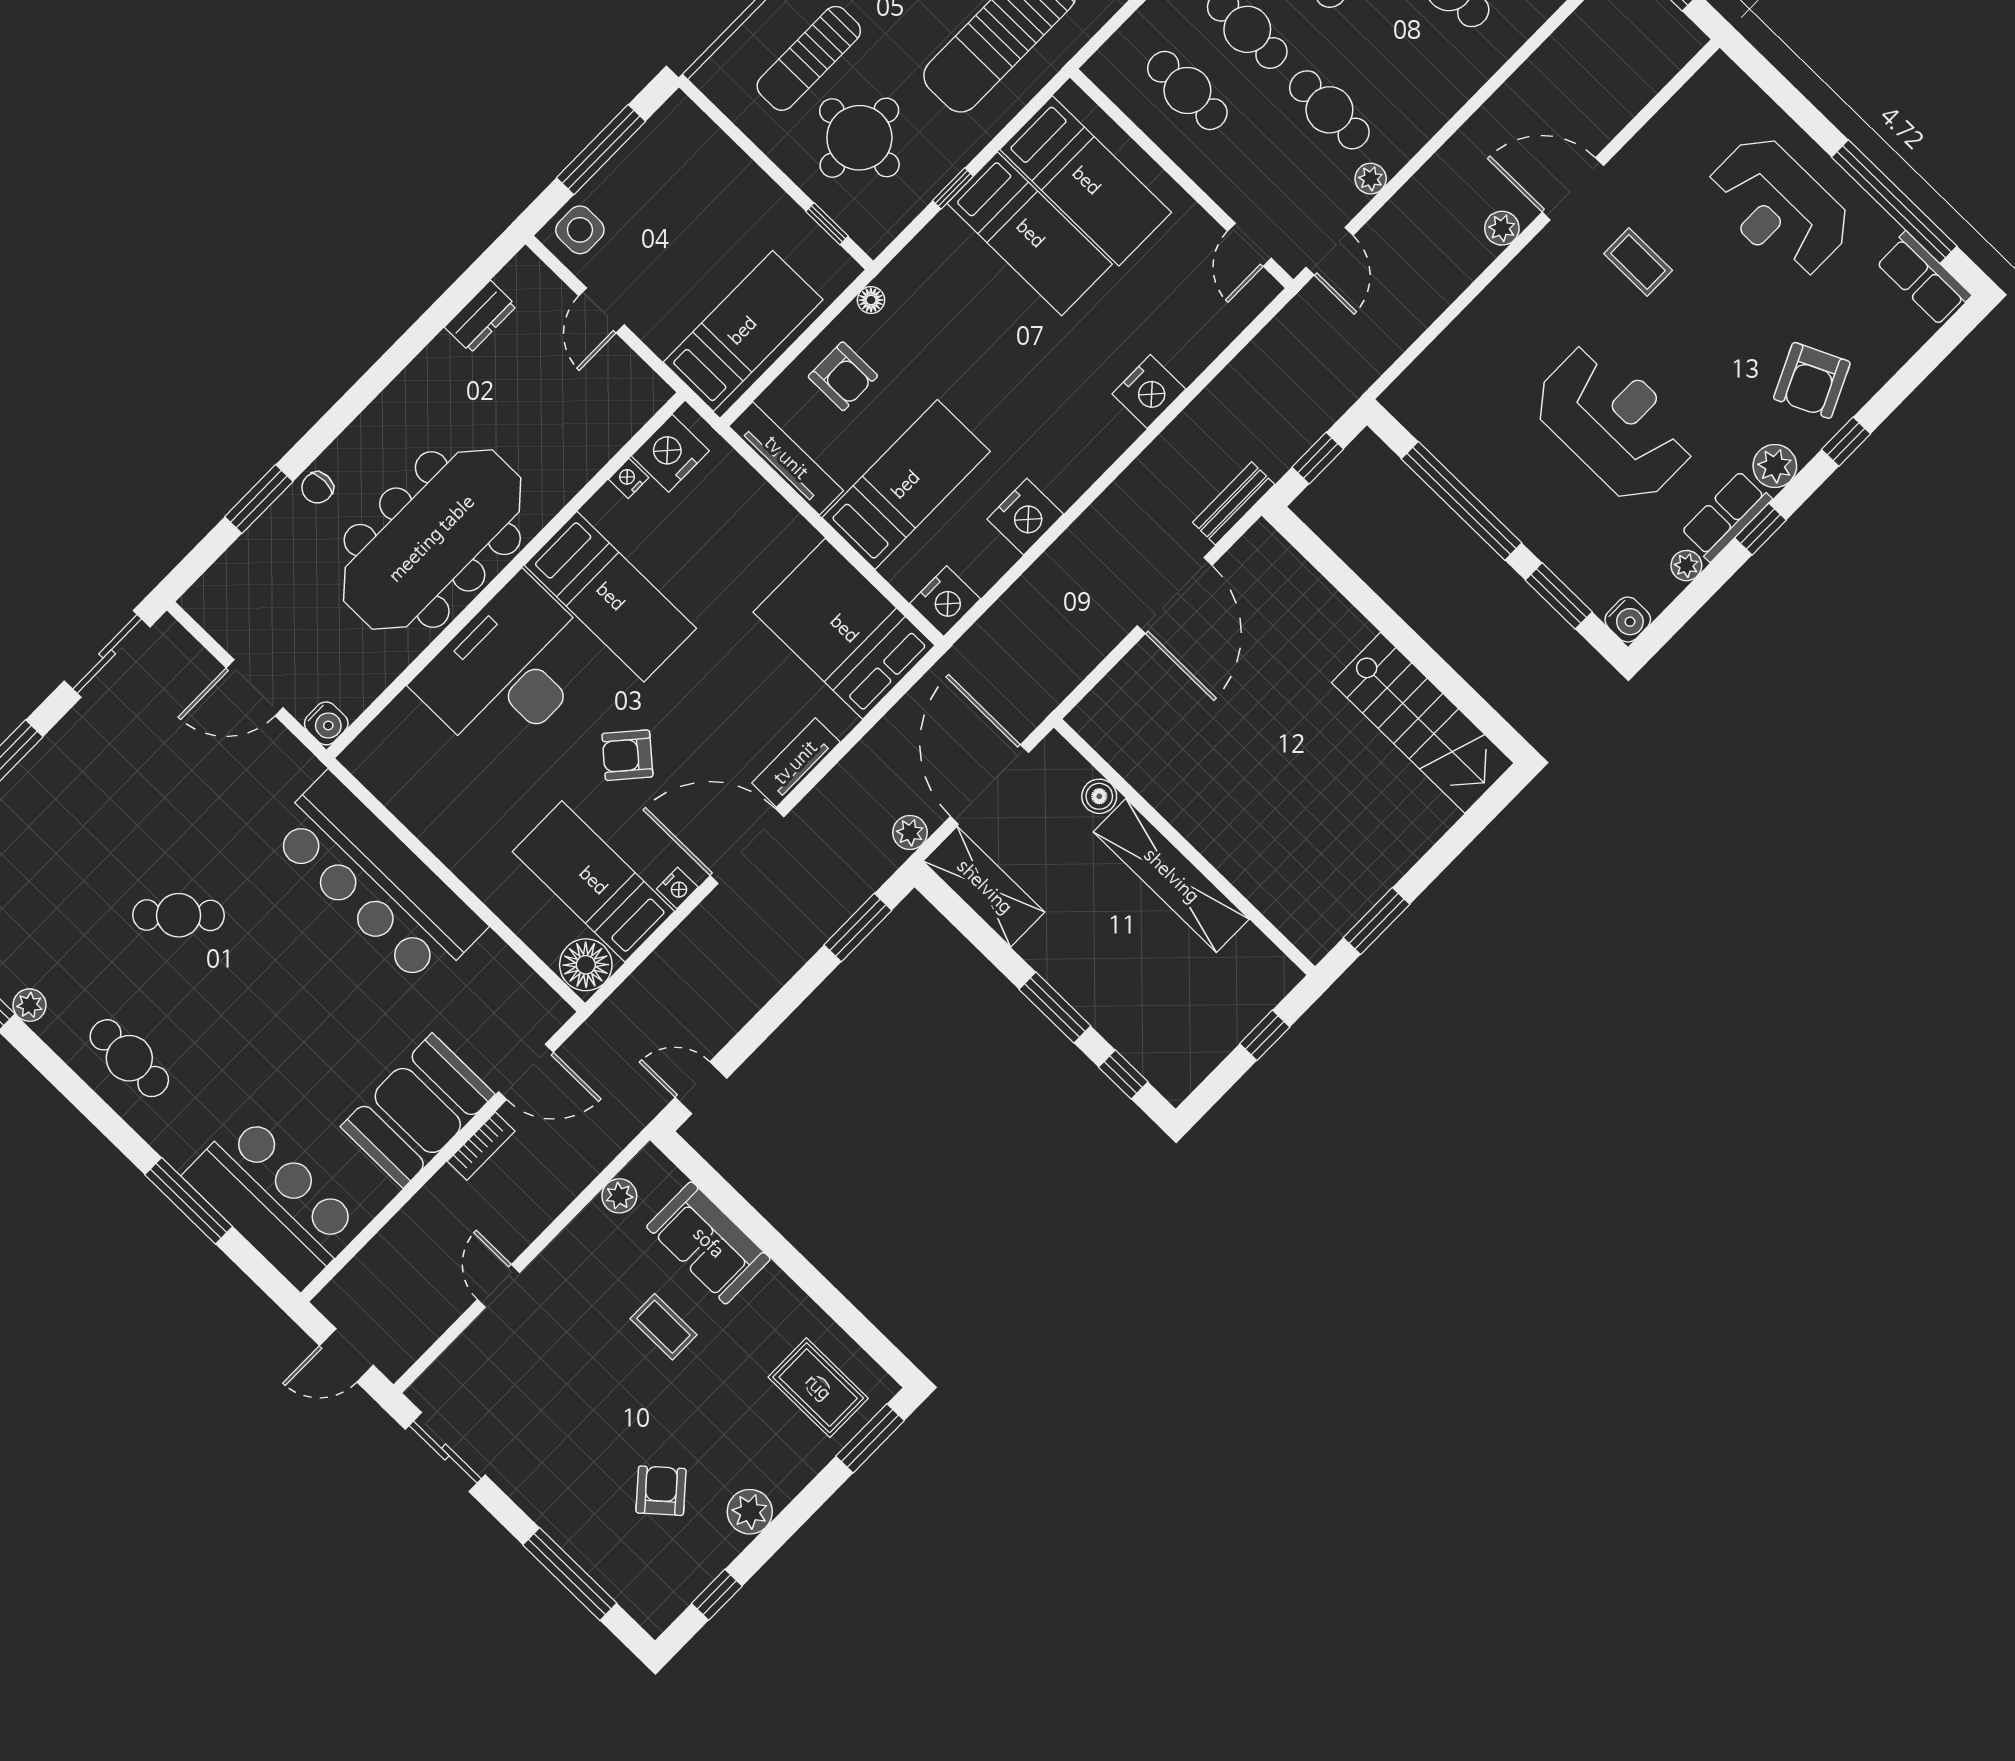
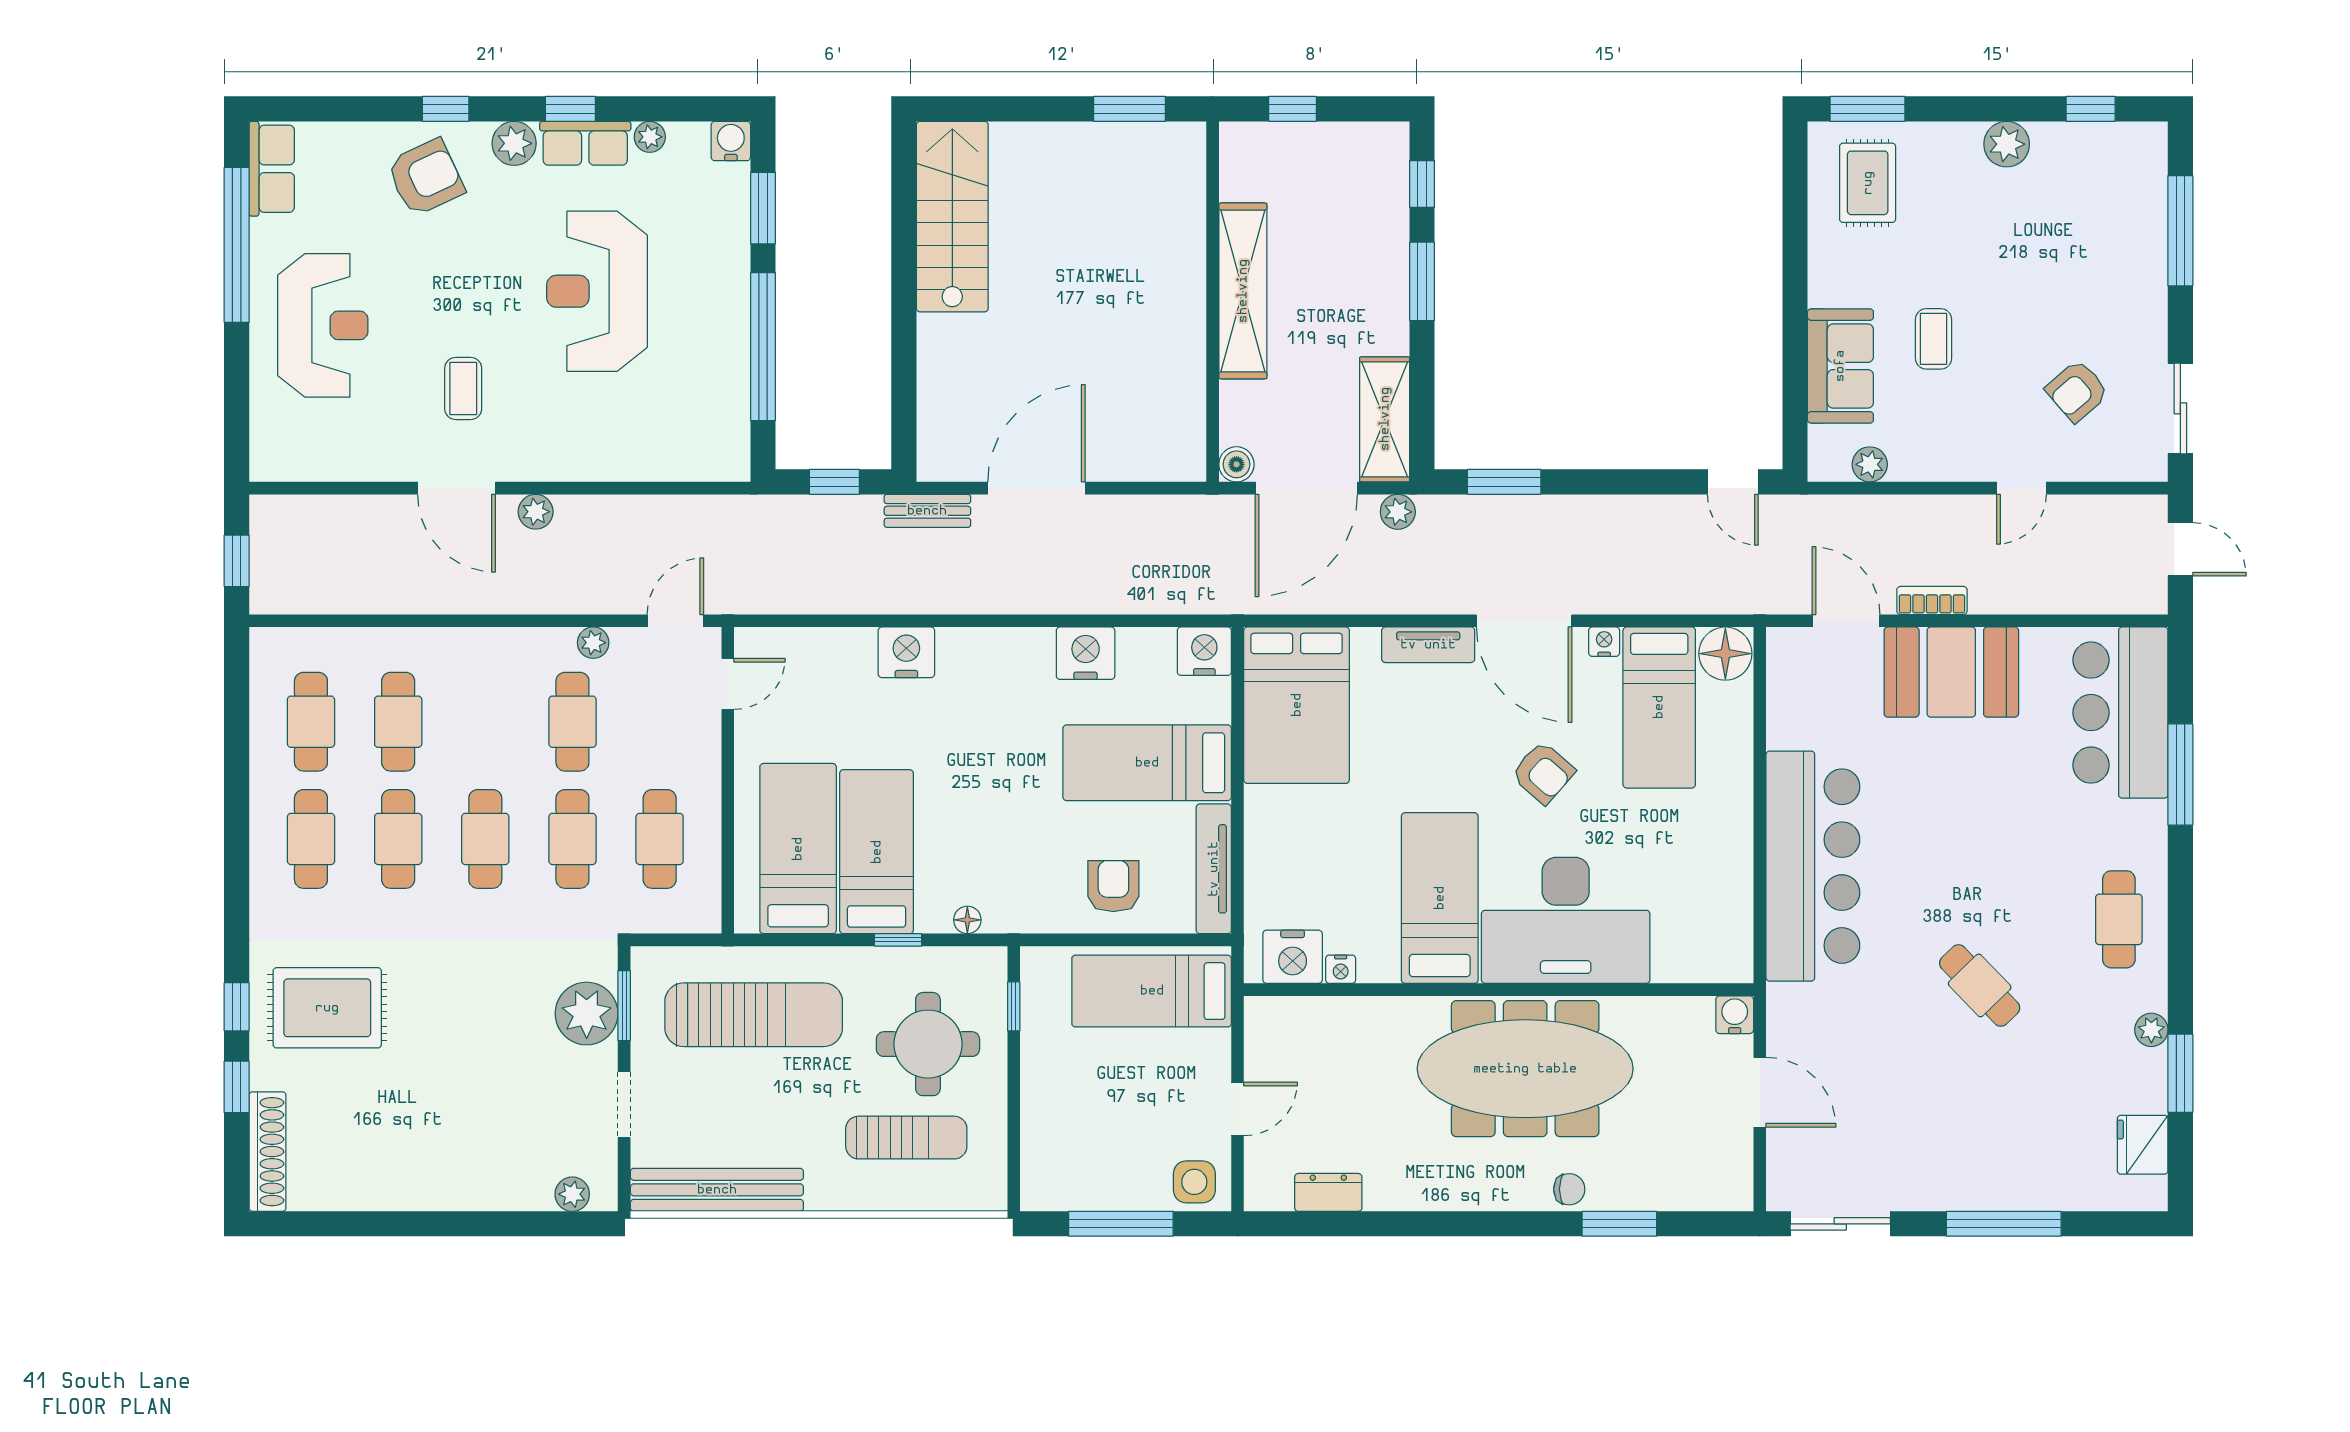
floor lamp: (871, 300) -> (967, 920), moved
boiler: (1099, 796) -> (1236, 464), moved
armchair: (661, 1491) -> (2077, 391), moved

